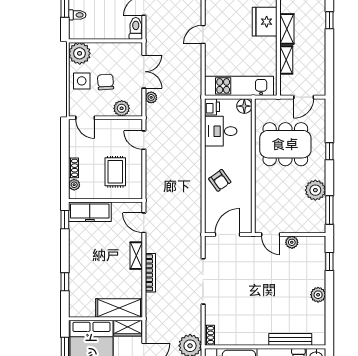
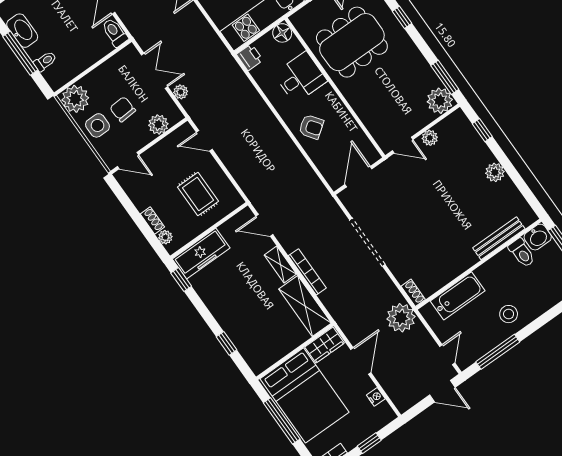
desk: (221, 131) -> (300, 77), moved, turned 180
plant: (315, 190) -> (440, 101), moved
shelving: (119, 308) -> (305, 306), moved, turned 90

